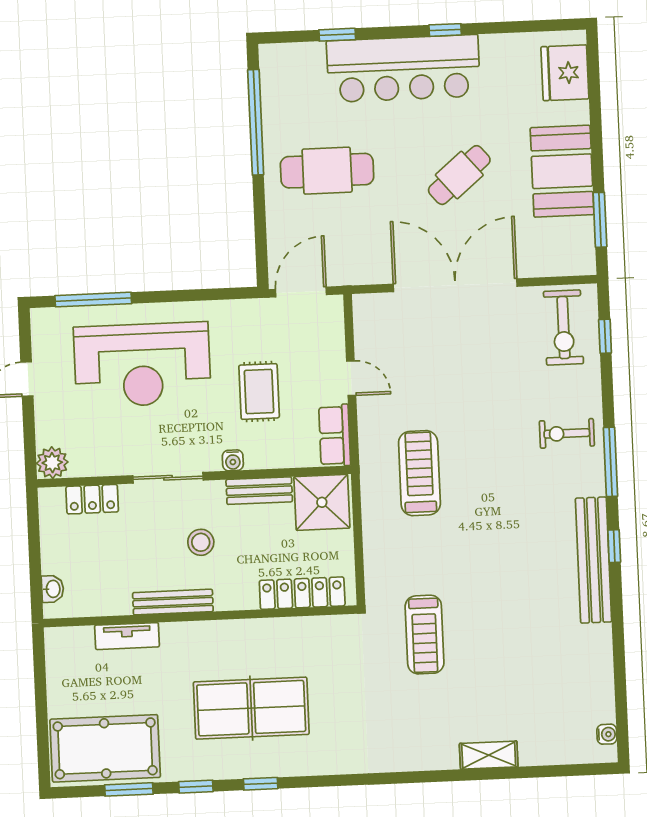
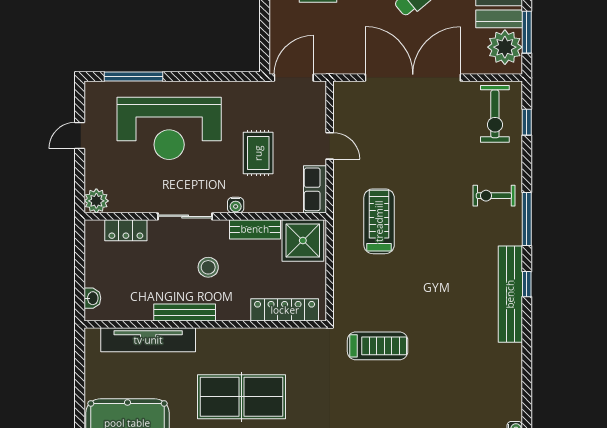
plant: (572, 241) -> (505, 47), added
treadmill: (425, 635) -> (378, 346), turned -90
tv unit: (127, 636) -> (148, 340), width x1.92, depth x1.29

